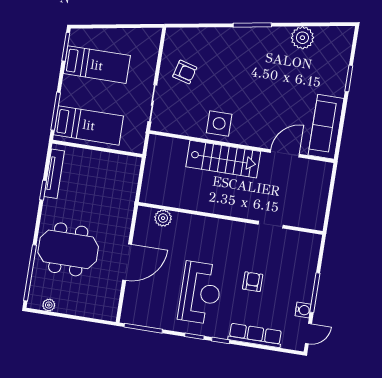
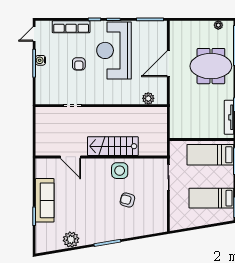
armchair: (185, 72) -> (127, 200), moved
sofa: (326, 127) -> (45, 200), moved
door: (285, 153) -> (70, 157), hinge flipped
reception desk: (200, 293) -> (114, 50), width x1.36, depth x1.30
water cooler: (303, 310) -> (40, 60), moved

